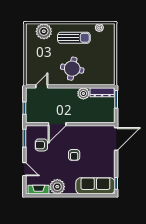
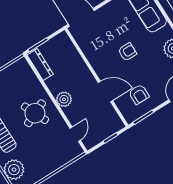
round table: (72, 69) -> (35, 113), turned -35
door: (42, 86) -> (75, 134), swing flipped
plant: (83, 94) -> (64, 99), moved

